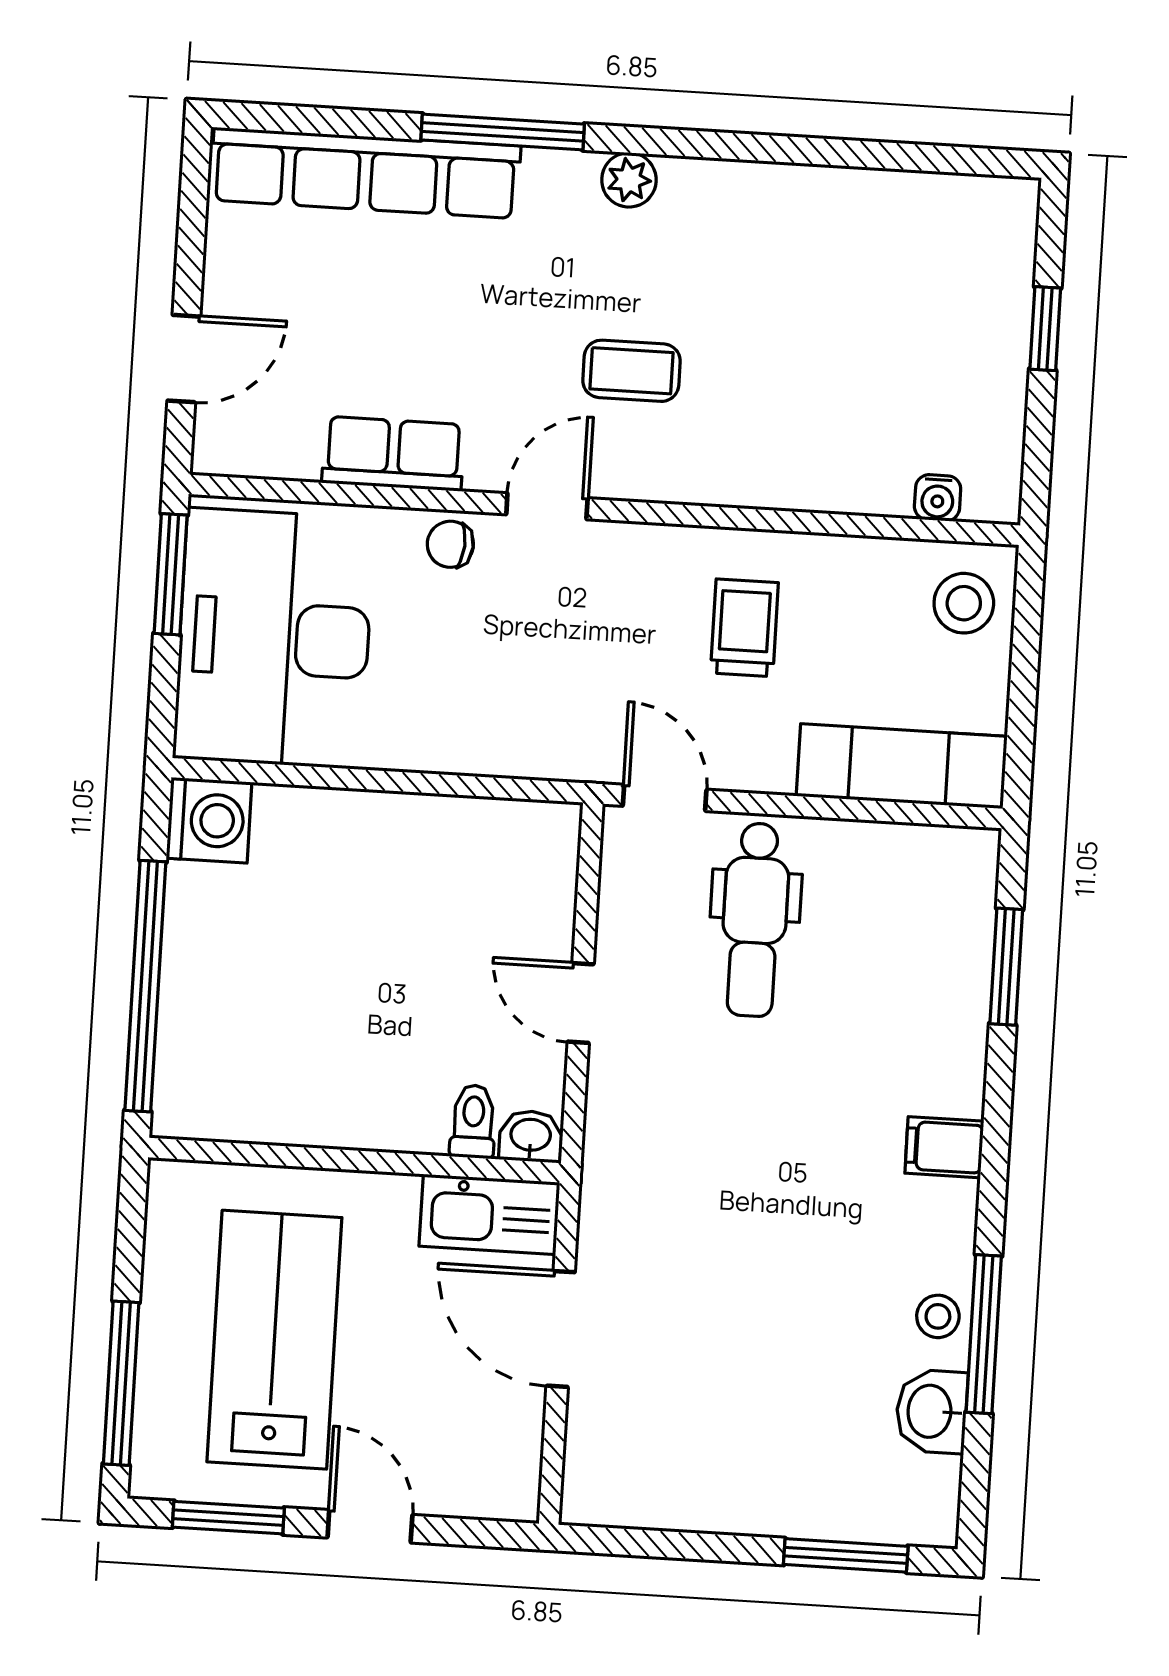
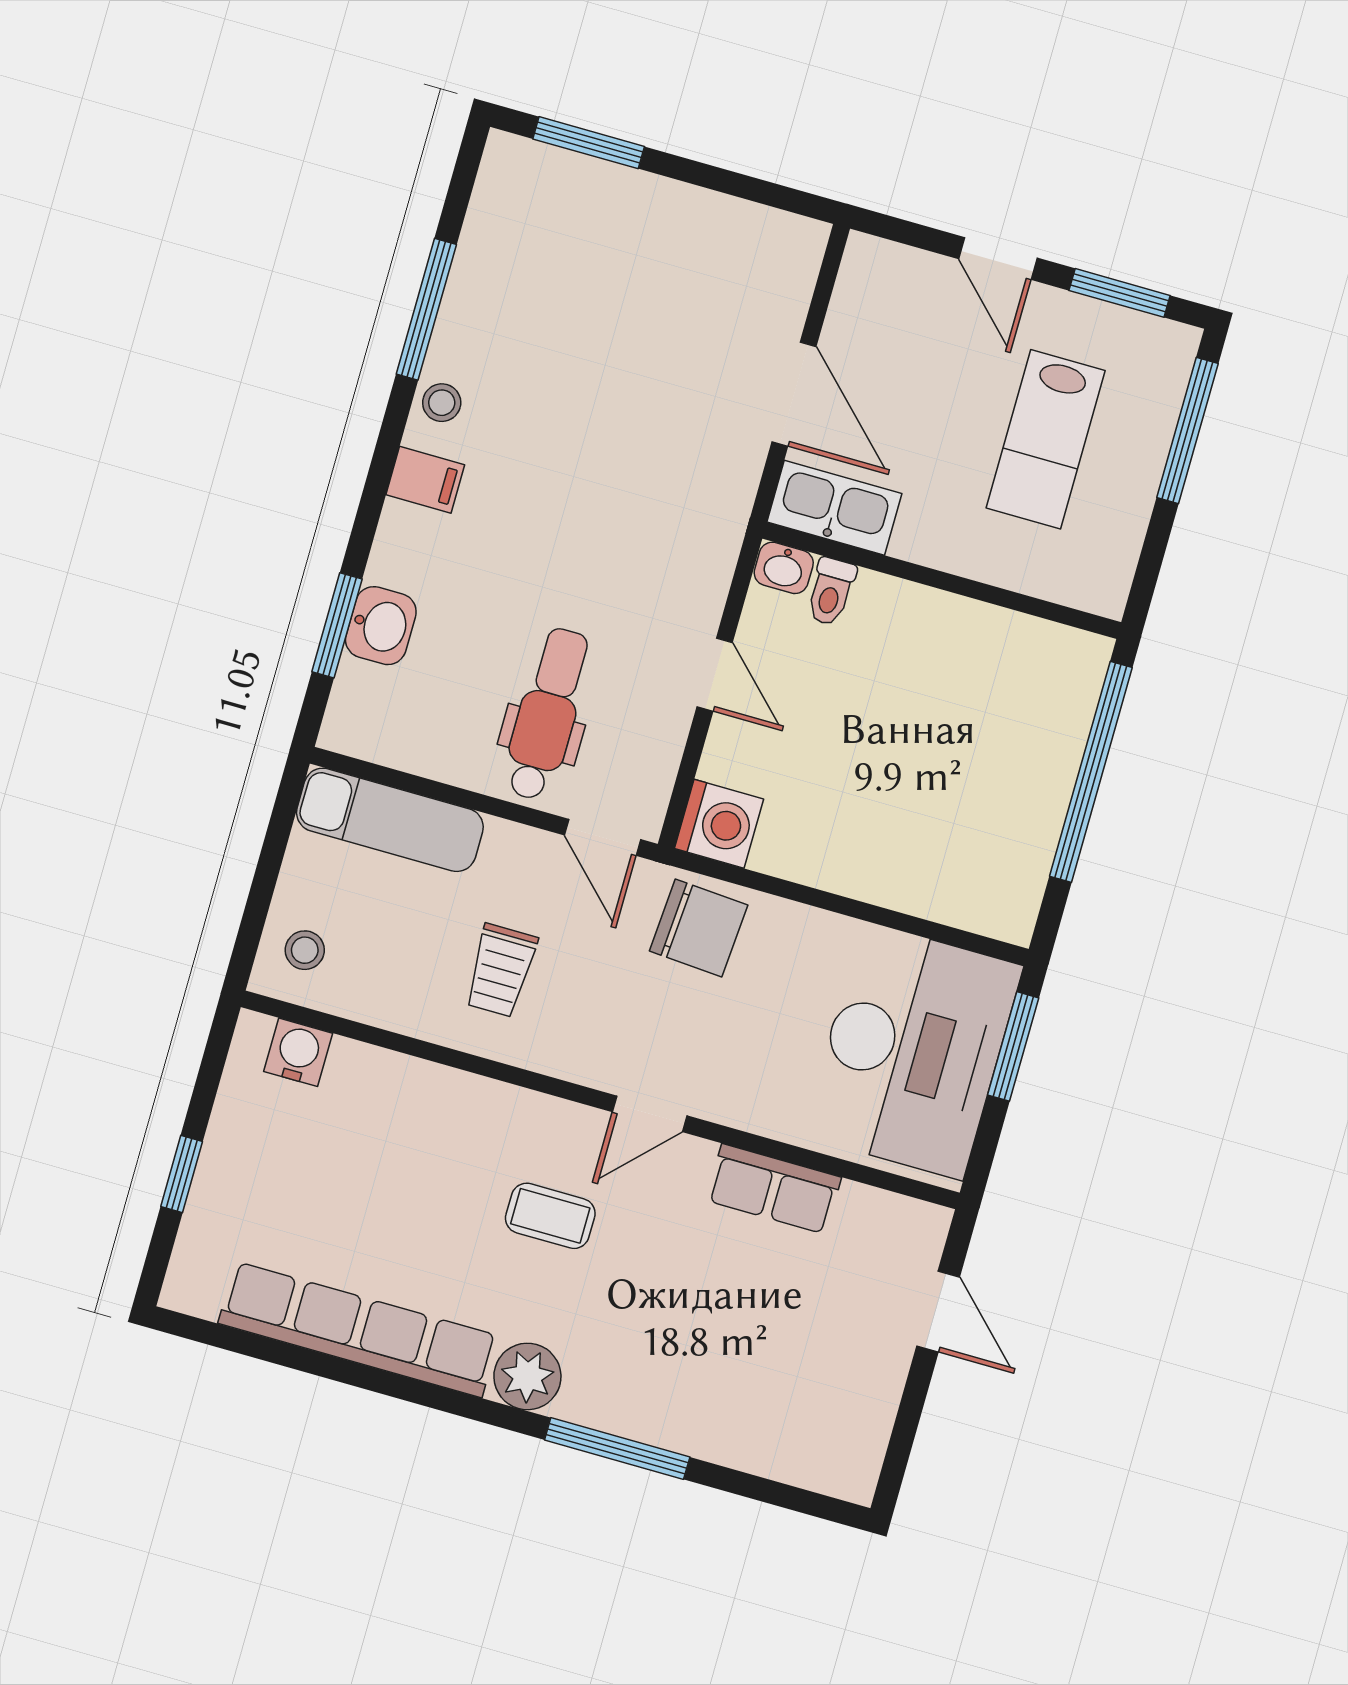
row of seats: (365, 173) -> (359, 1330), moved
plant: (629, 180) -> (527, 1376), width x1.38, depth x1.38
door: (184, 359) -> (938, 1312), swing flipped
water cooler: (938, 498) -> (298, 1052), width x1.38, depth x1.38
chair: (450, 544) -> (699, 928), moved, width x1.87, depth x1.87
window: (171, 574) -> (1013, 1046), moved
stool: (964, 603) -> (305, 950), width x0.73, depth x0.73
washing machine: (209, 820) -> (719, 824), moved, turned 180
stool: (938, 1316) -> (442, 403), moved
lab bench: (274, 1340) -> (1046, 439), width x0.73, depth x0.72
washbasin: (931, 1411) -> (381, 626), moved

